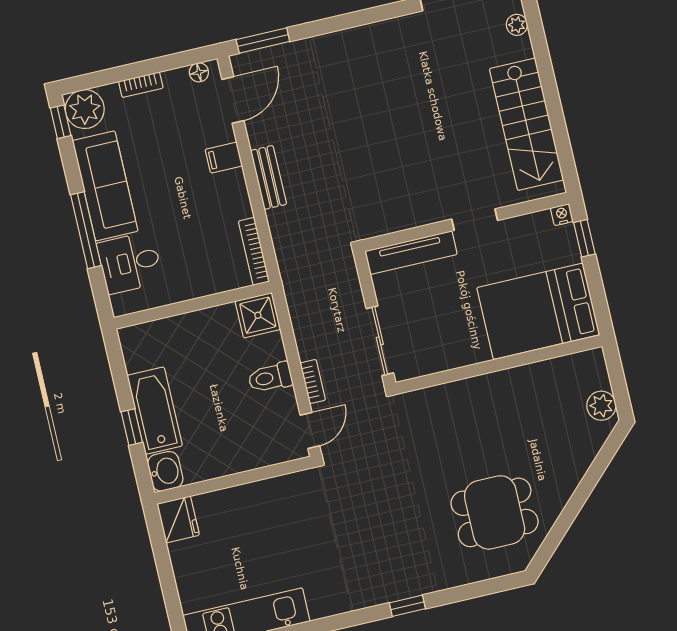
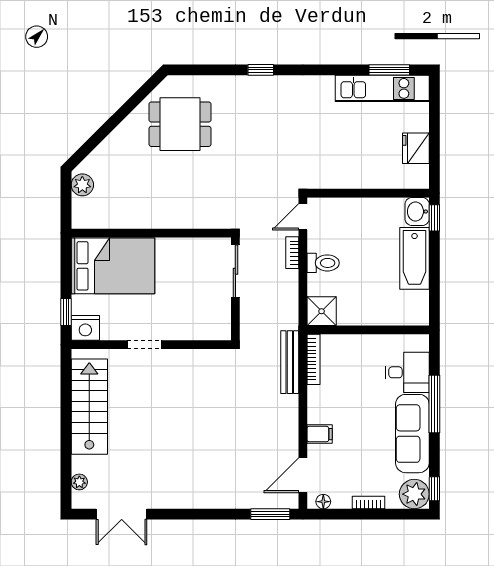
bench: (269, 177) -> (290, 362), moved, width x1.36
nightstand: (562, 215) -> (85, 328), width x1.89, depth x1.79
tv unit: (411, 253) -> (197, 331), removed
window: (132, 427) -> (434, 218), moved
fridge: (178, 519) -> (416, 148), moved

